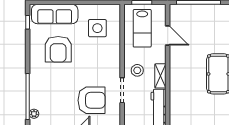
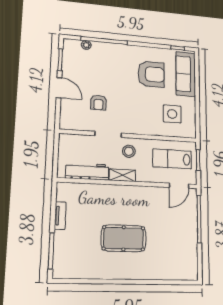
door: (168, 35) -> (179, 186), moved
armchair: (58, 49) -> (151, 74), turned 180
armchair: (92, 100) -> (98, 103), width x0.53, depth x0.53

